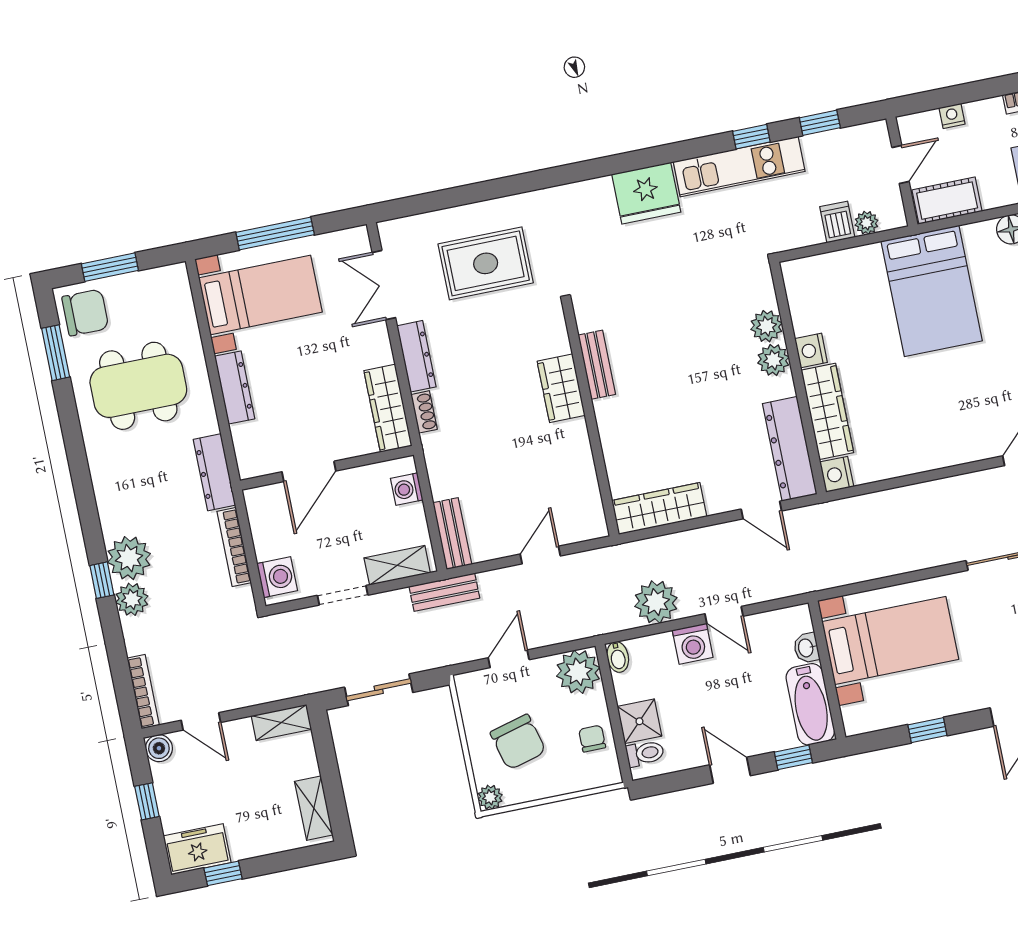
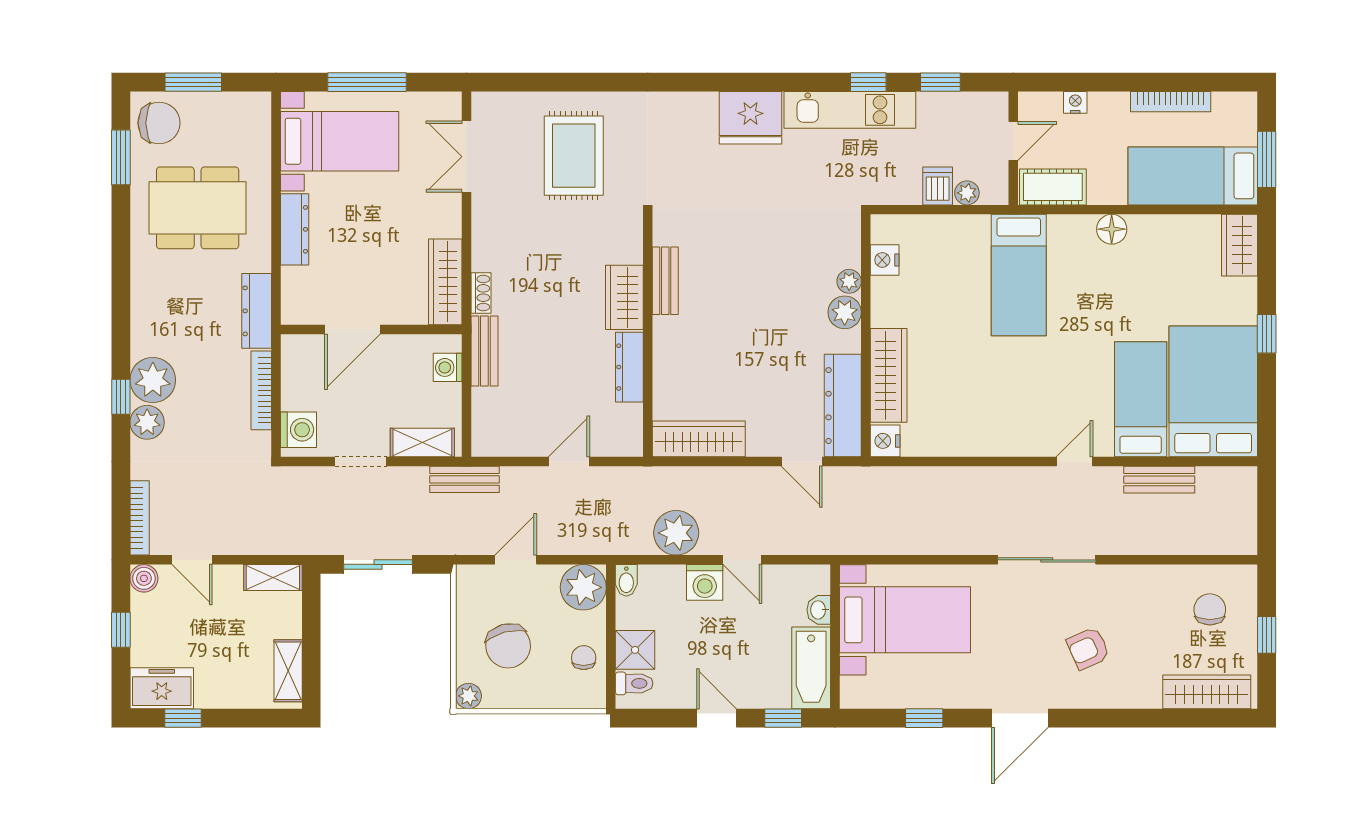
rug: (486, 263) -> (574, 156), turned 90
bed: (932, 291) -> (1019, 275), width x0.67
plant: (766, 326) -> (849, 281), width x0.73, depth x0.73
nightstand: (811, 350) -> (885, 260), moved
dresser: (416, 356) -> (629, 367), moved, turned 180
bench: (452, 534) -> (484, 351), moved

